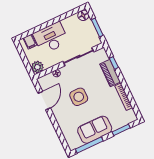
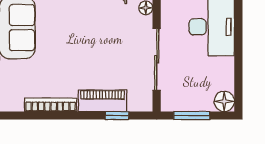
side table: (79, 97) -> (87, 27), removed

